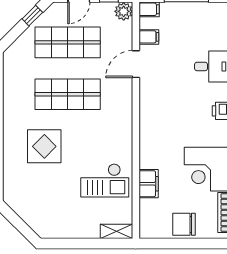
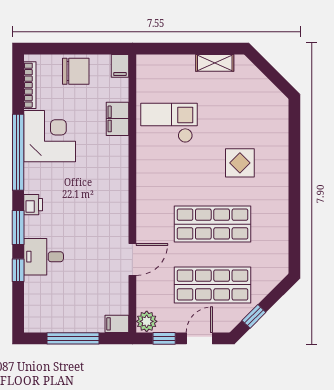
filing cabinet: (149, 37) -> (120, 66), moved, turned -90
display table: (44, 146) -> (240, 163), width x0.73, depth x0.73
shelving: (116, 231) -> (215, 63), moved

